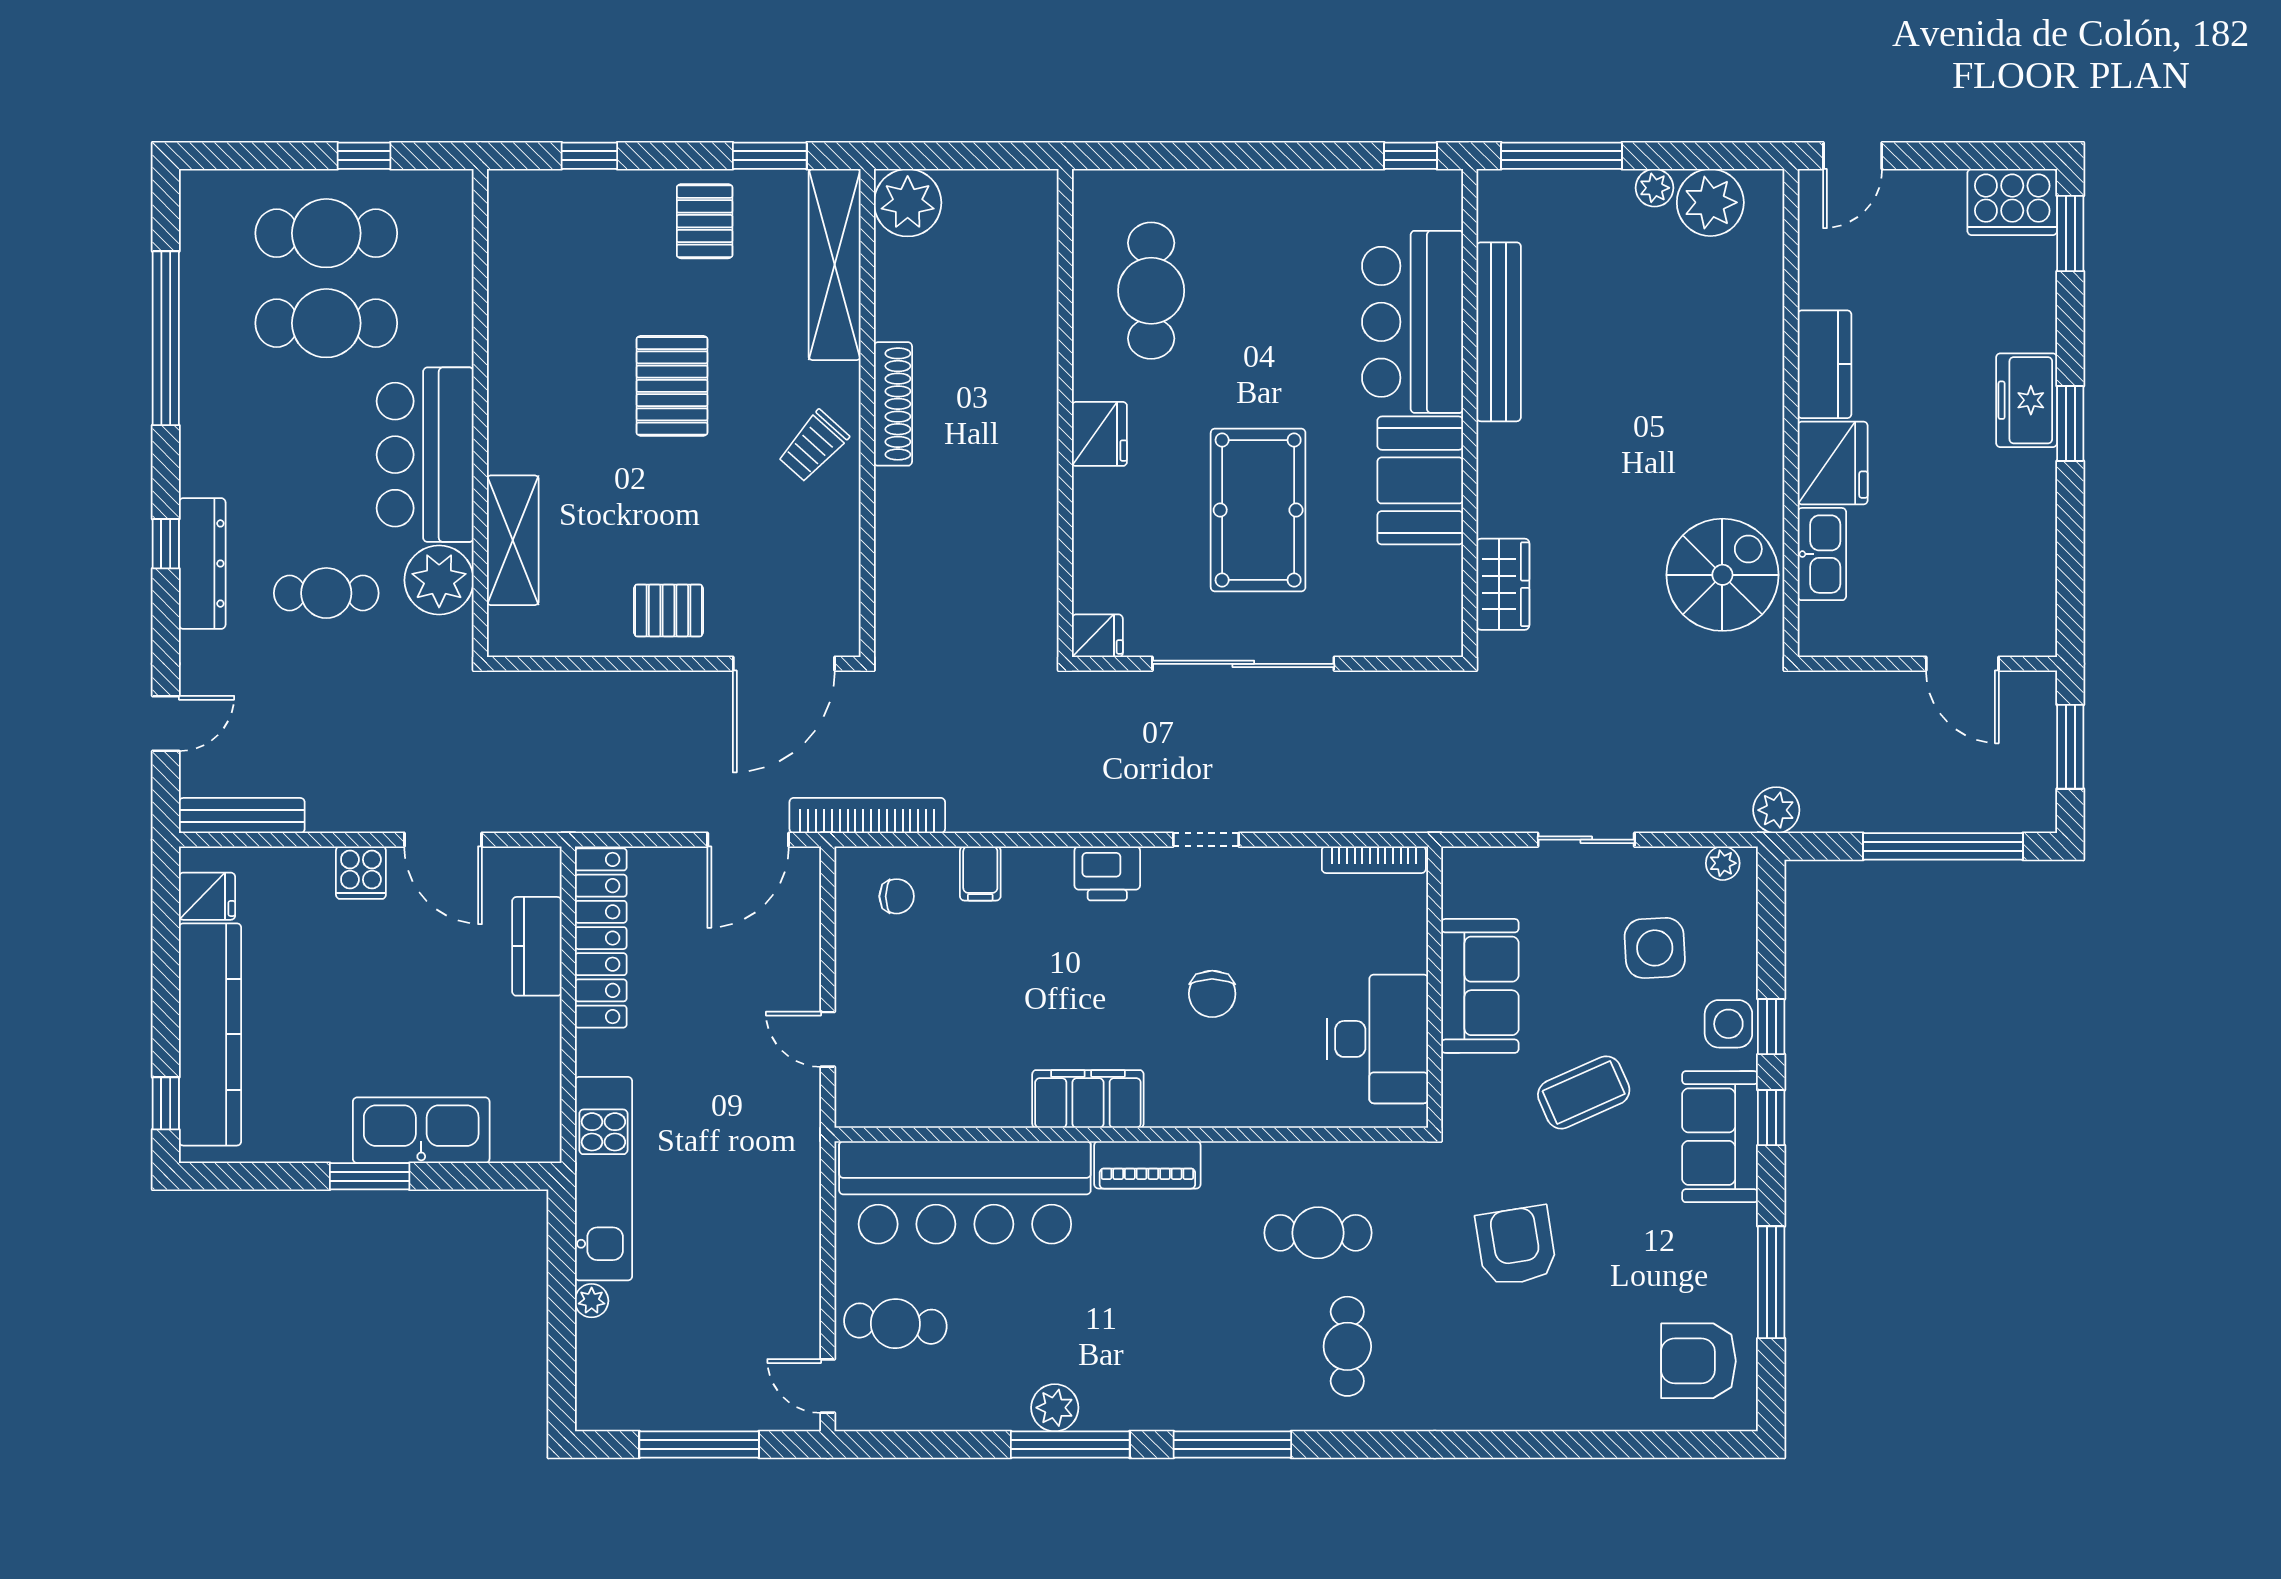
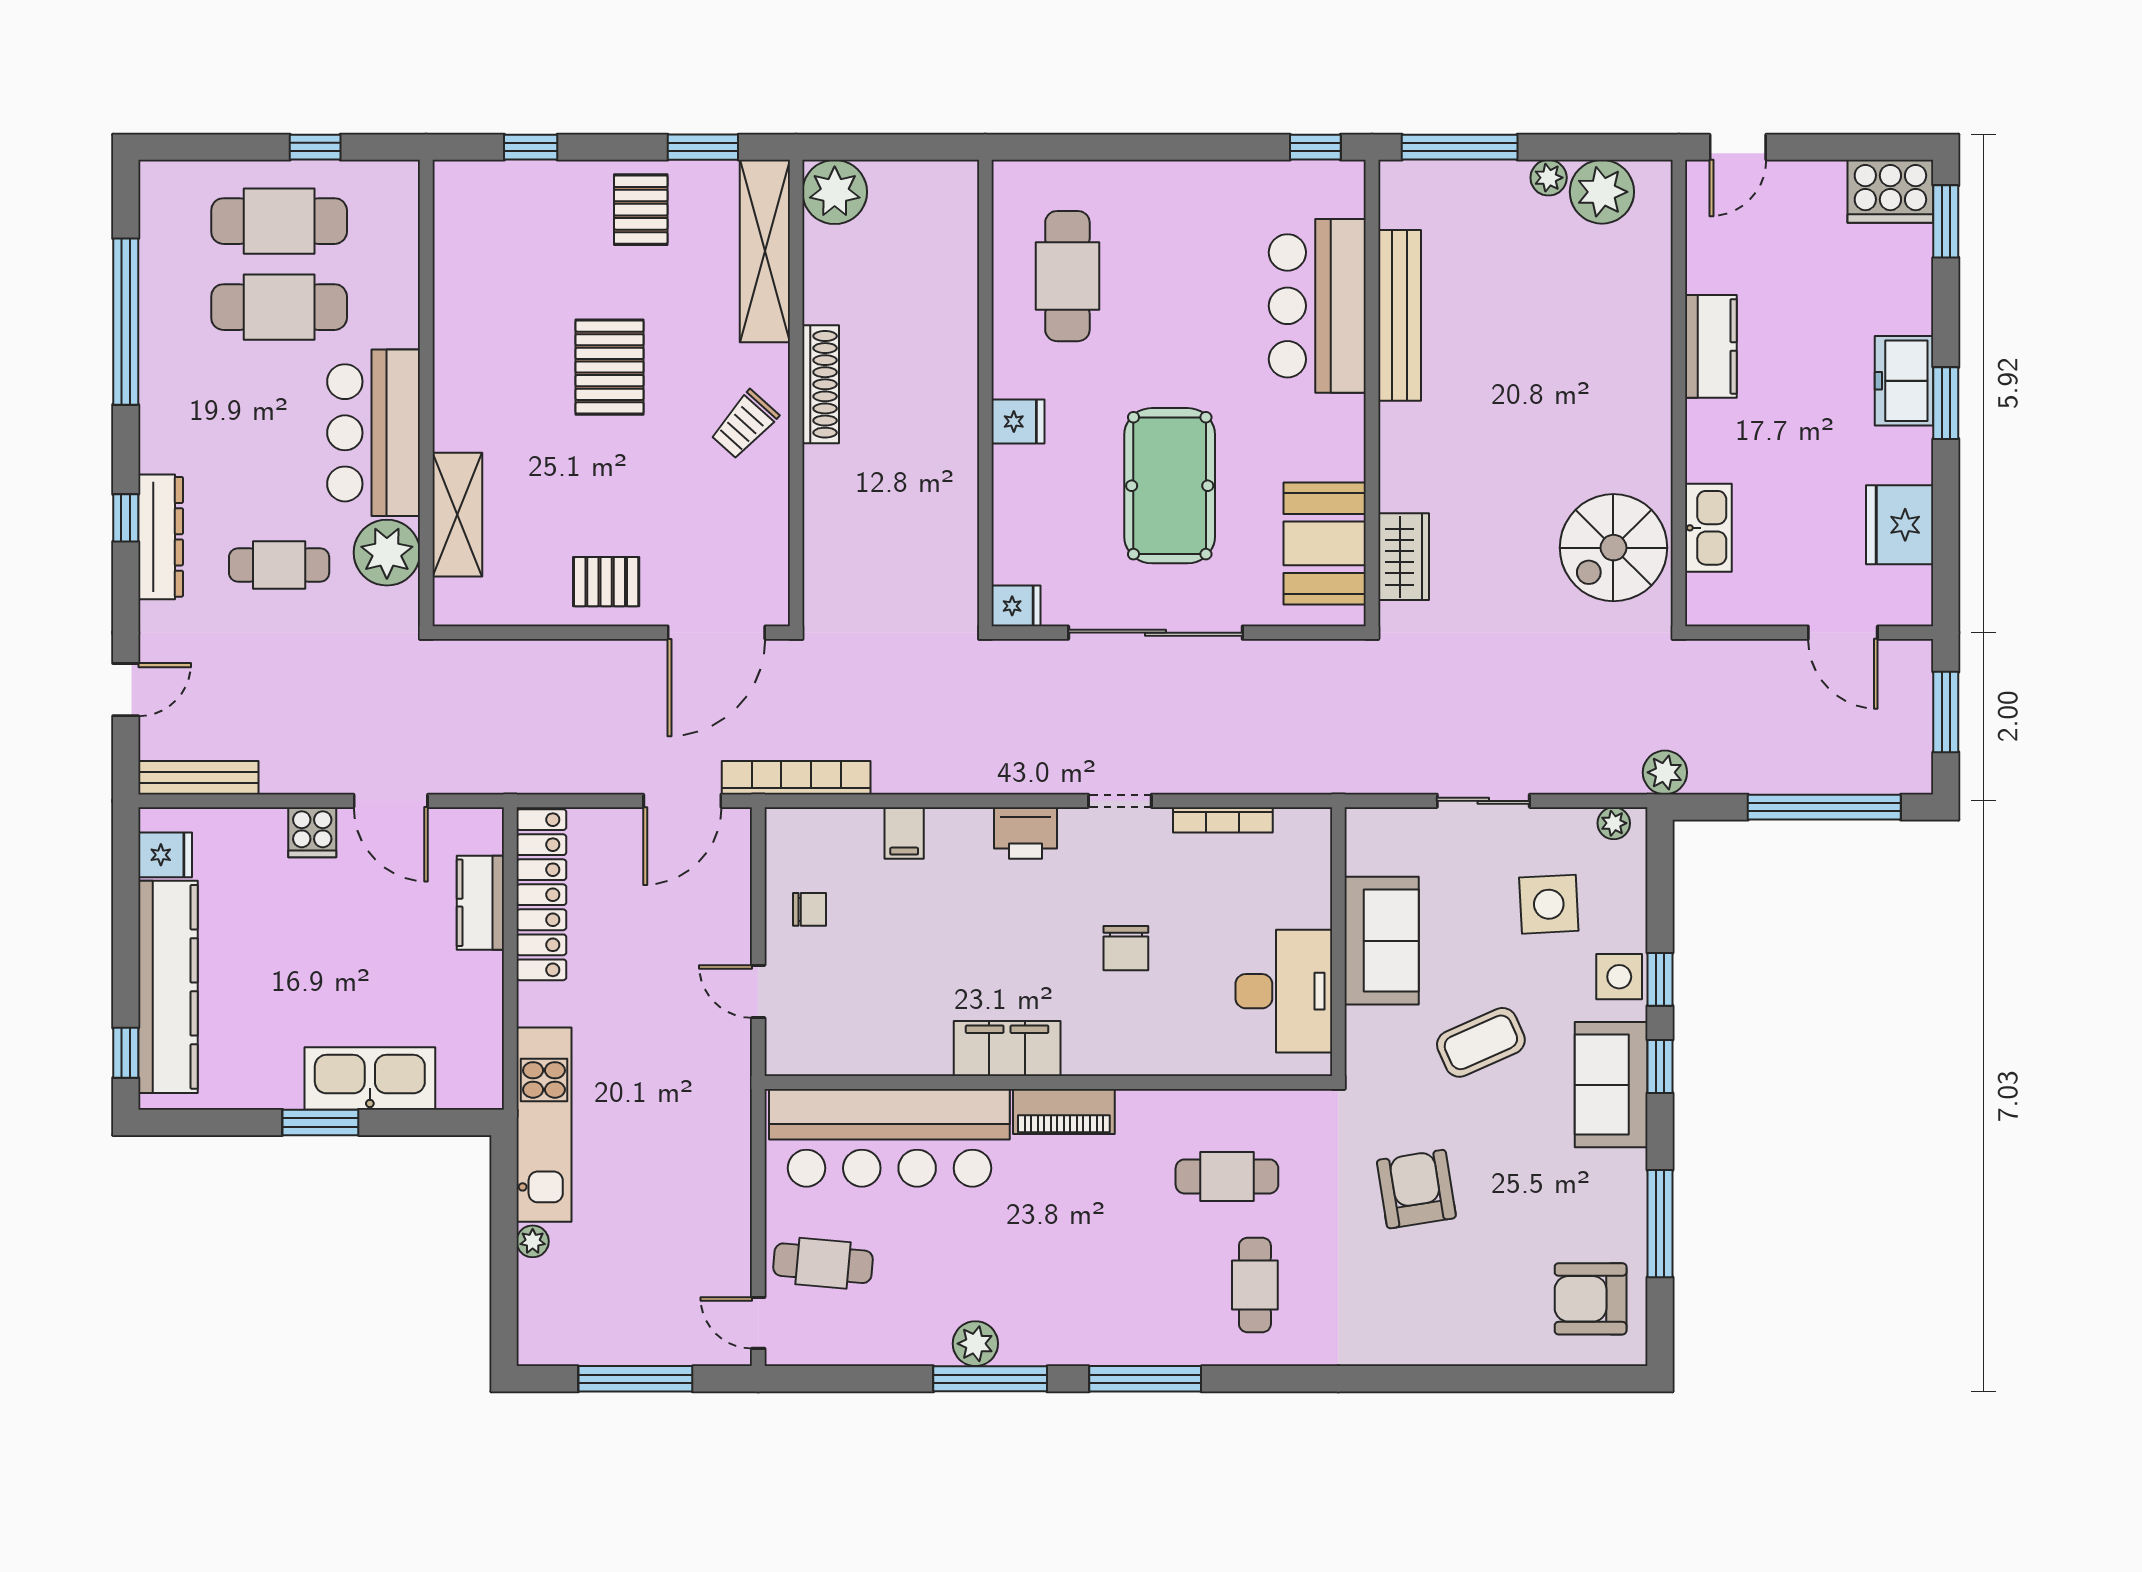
fridge: (1099, 434) -> (1018, 421), width x0.72
fridge: (1833, 463) -> (1900, 525), moved, turned 180
booth: (1420, 480) -> (1325, 543), moved
spiral stairs: (1722, 575) -> (1613, 548), turned 180
bookcase: (1374, 860) -> (1223, 820), moved
chair: (897, 896) -> (809, 909), moved

